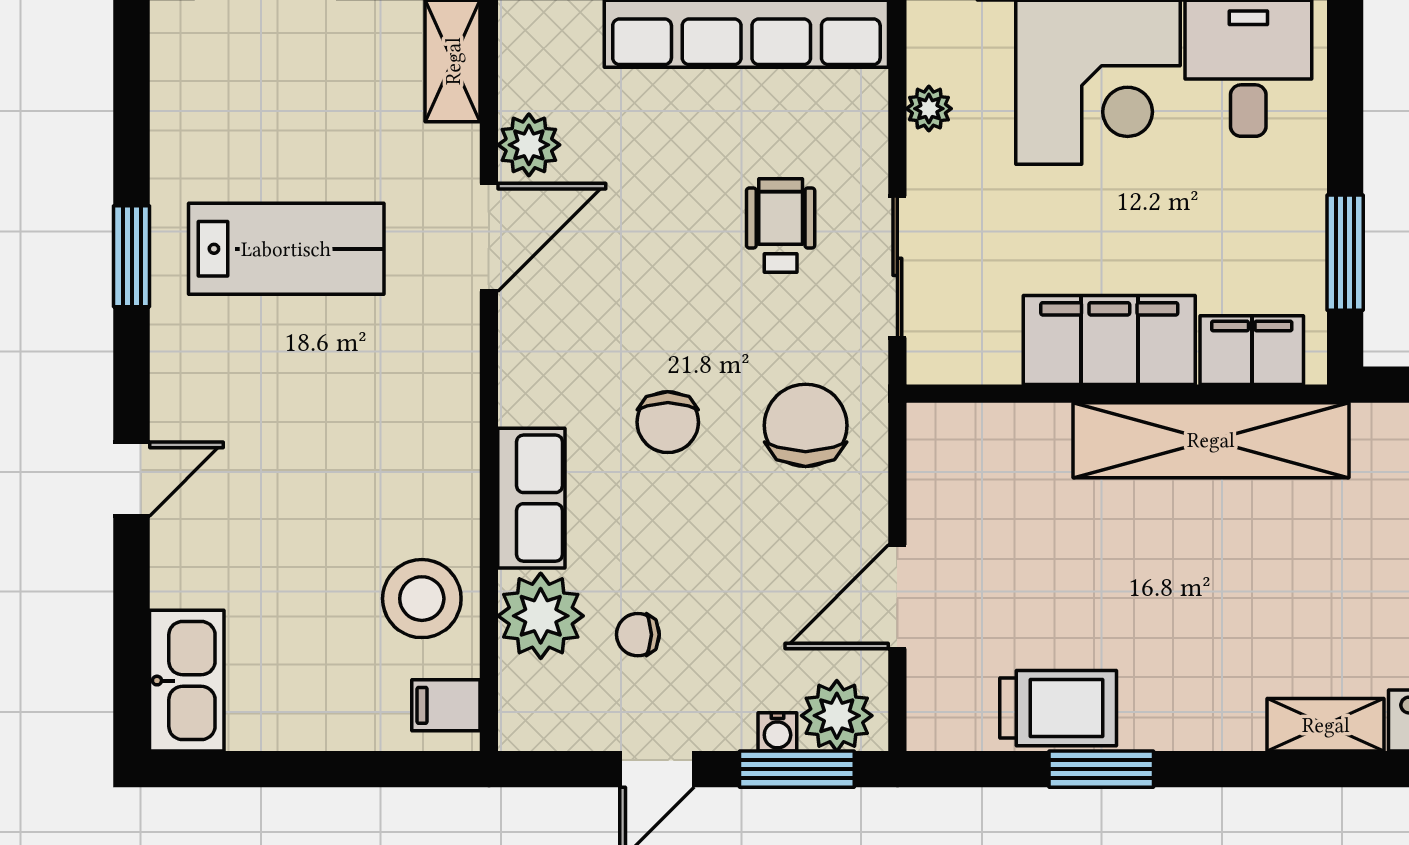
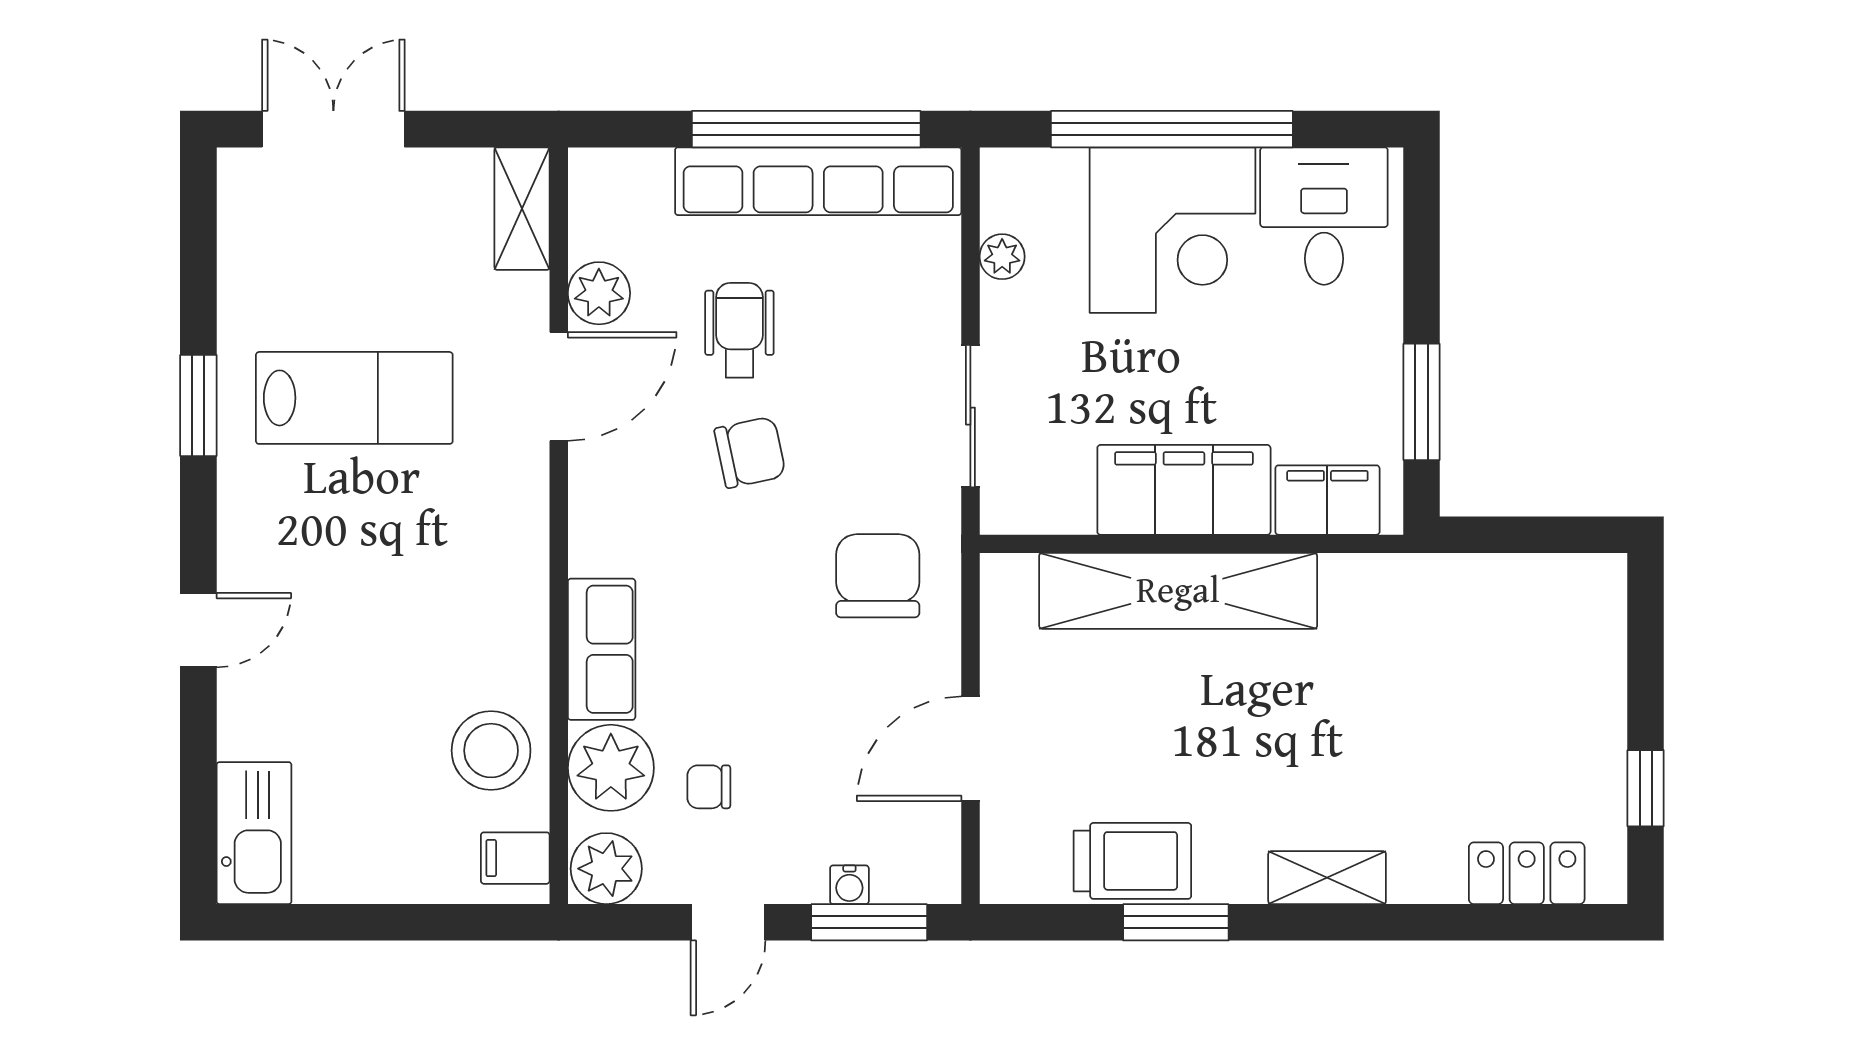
wheelchair: (781, 226) -> (739, 330), moved
chair: (668, 422) -> (750, 452), moved, turned -102
shelving: (1211, 440) -> (1178, 591), moved
plant: (837, 716) -> (606, 869), moved
shelving: (1326, 725) -> (1327, 878), moved

